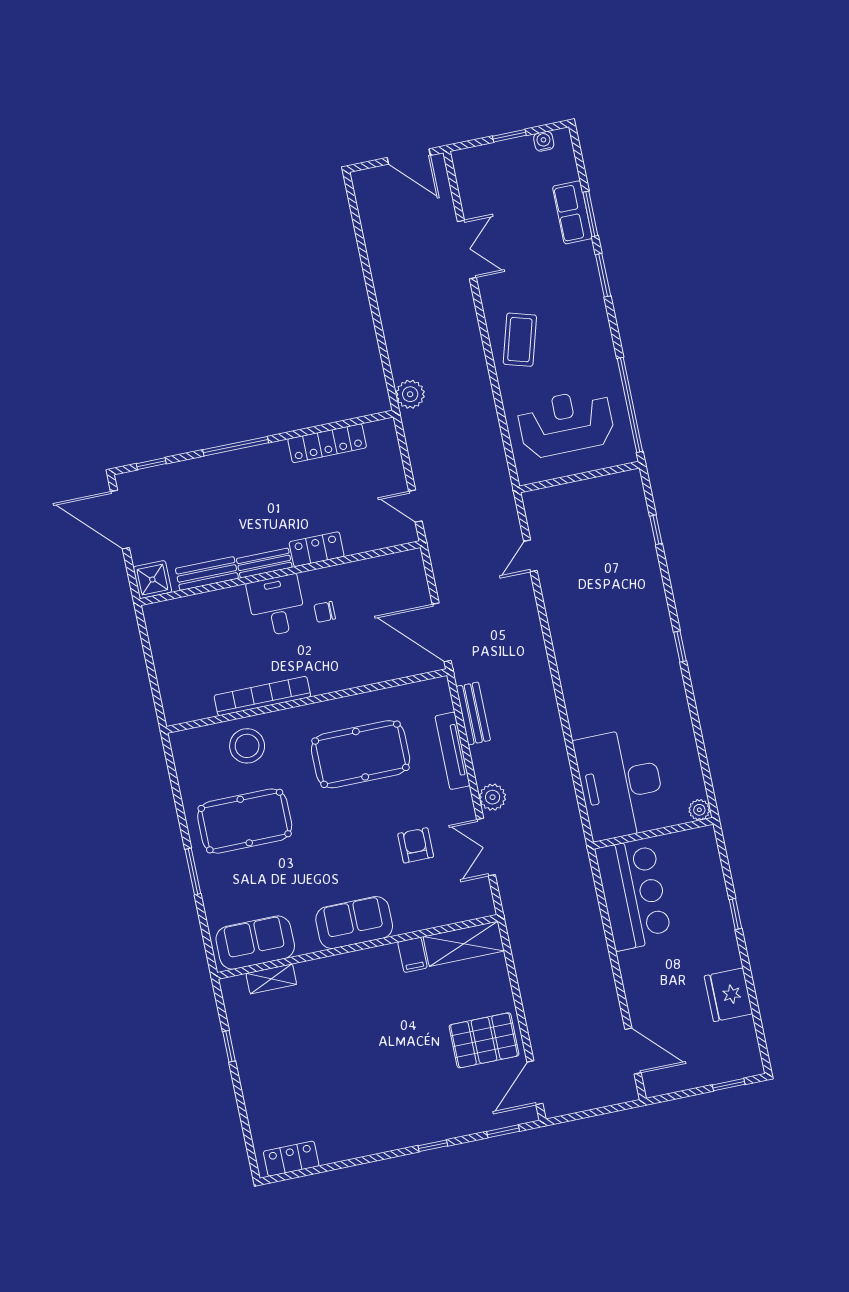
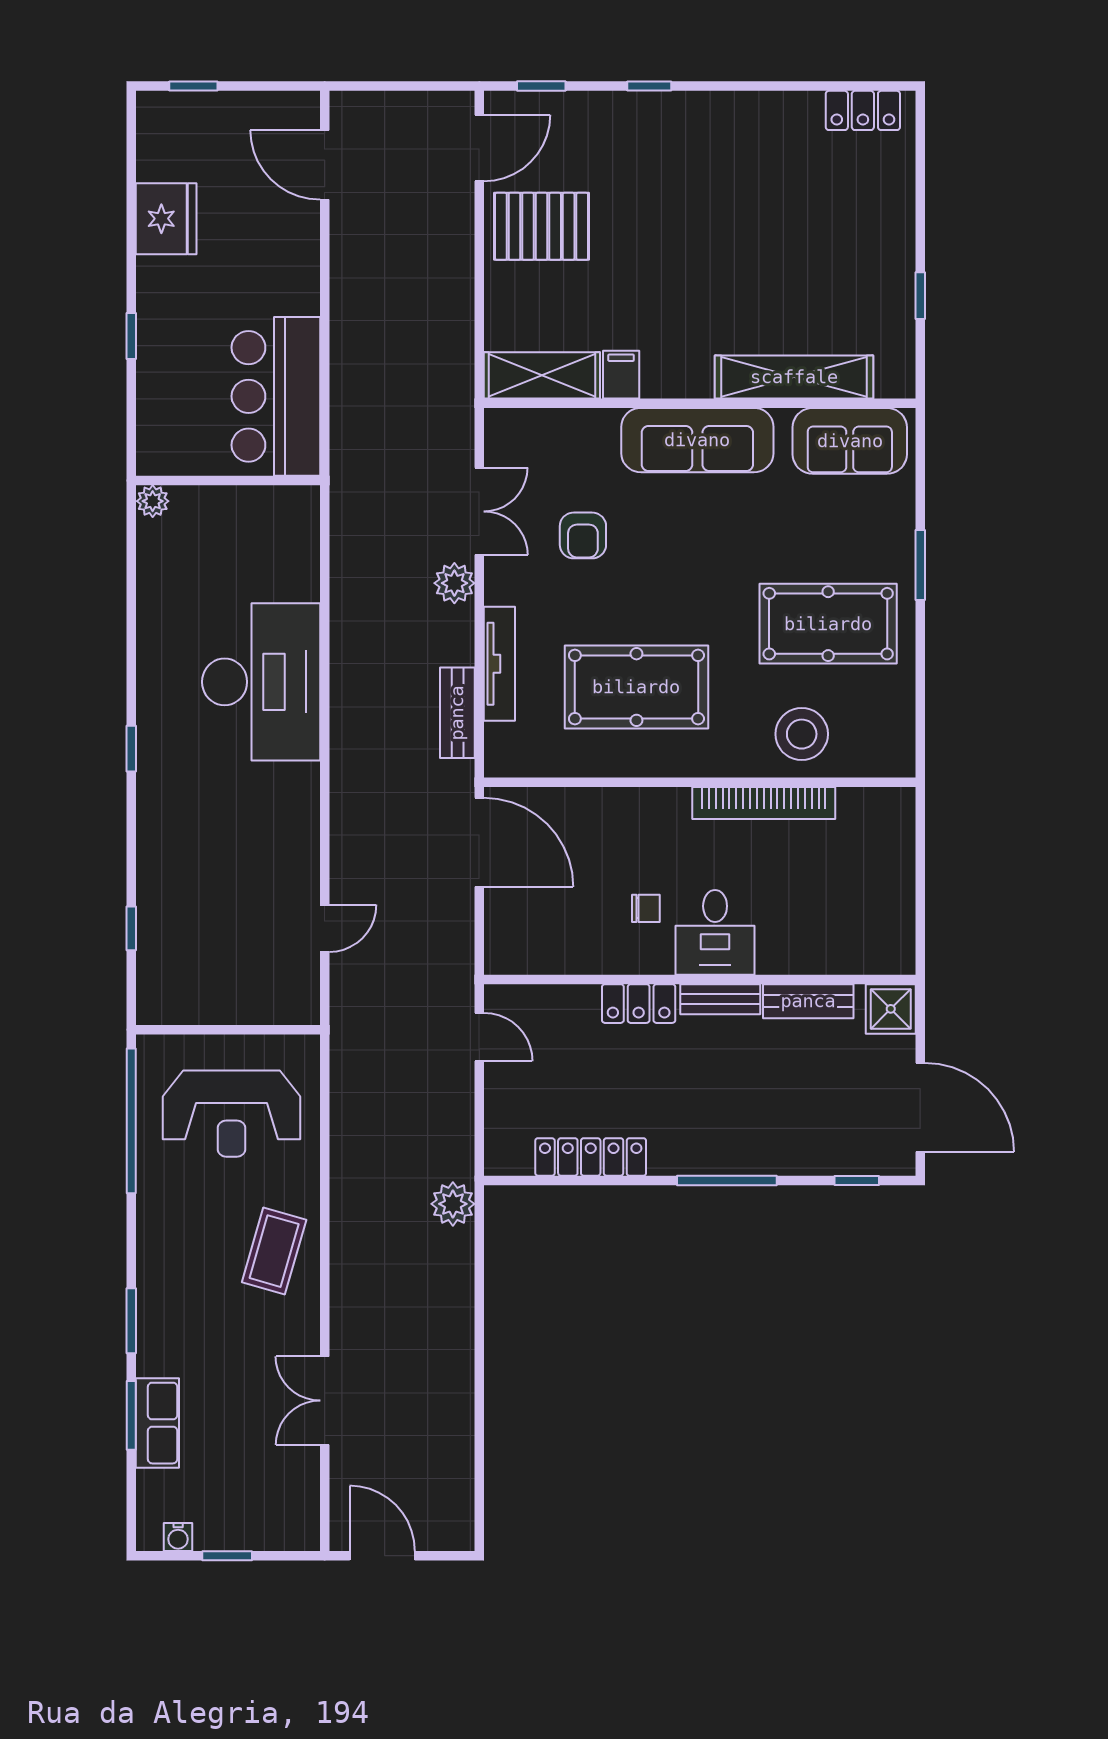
desk: (621, 784) -> (261, 682), moved
sofa: (354, 923) -> (697, 440), width x1.36
shelving: (271, 979) -> (794, 377), width x2.20, depth x1.33

